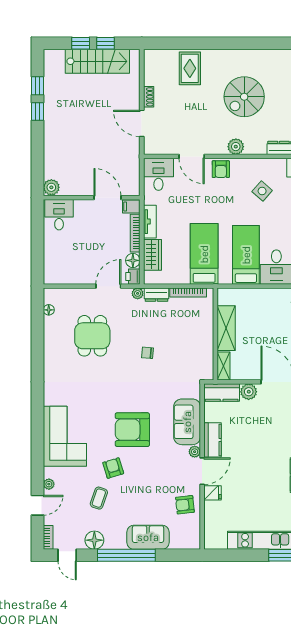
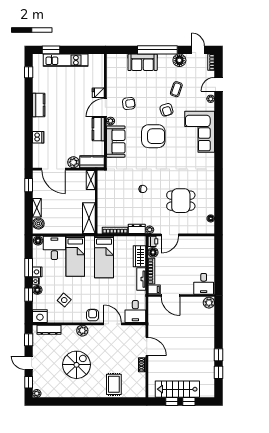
shelving: (226, 328) -> (89, 218), moved
dining table: (92, 336) -> (181, 201), turned 90
armchair: (185, 505) -> (129, 104), moved

